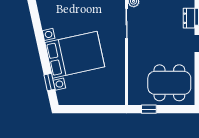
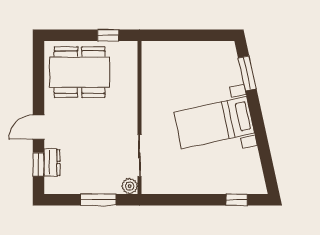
bed with nightstands: (75, 55) -> (214, 123), width x0.73
window: (49, 82) -> (247, 73), width x1.50

